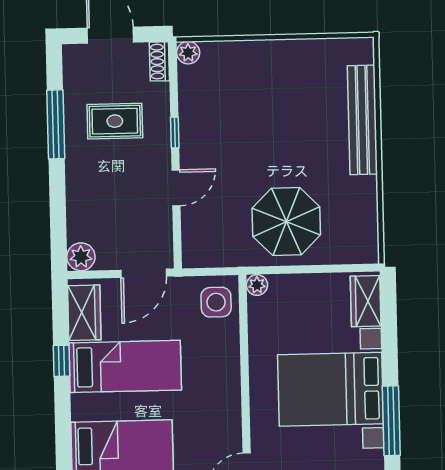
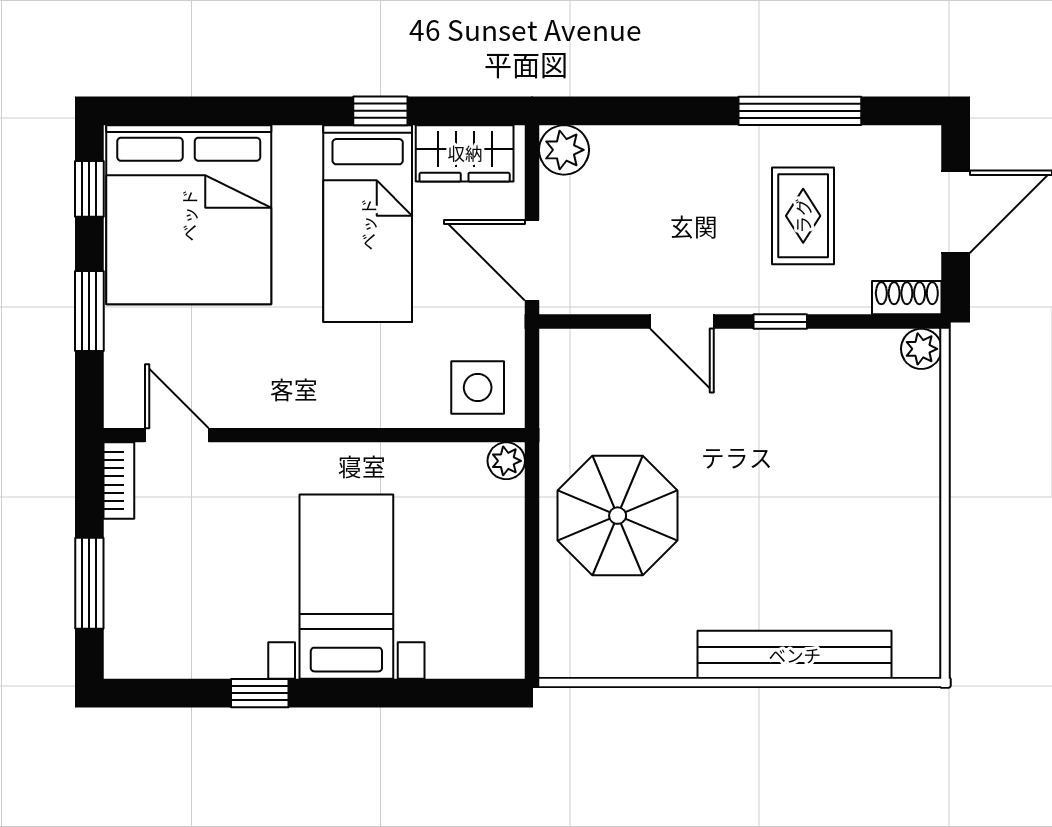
wardrobe: (366, 301) -> (473, 653), removed
bed with nightstands: (330, 389) -> (346, 587), width x0.73
window: (391, 421) -> (260, 693), width x0.46

